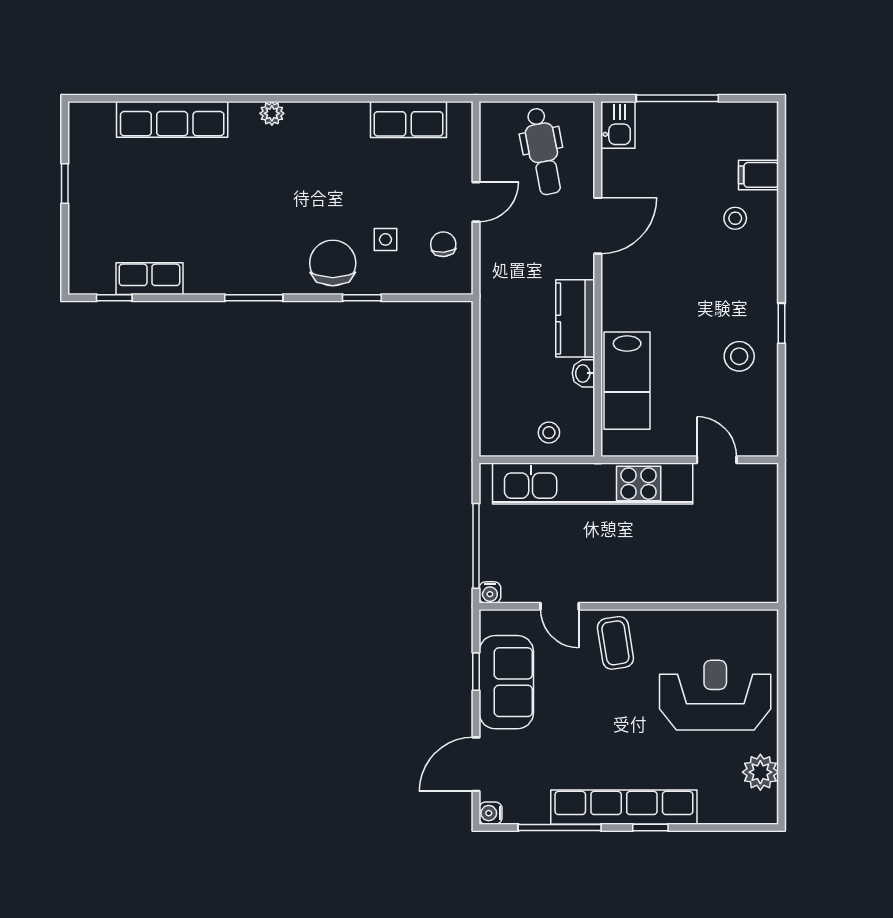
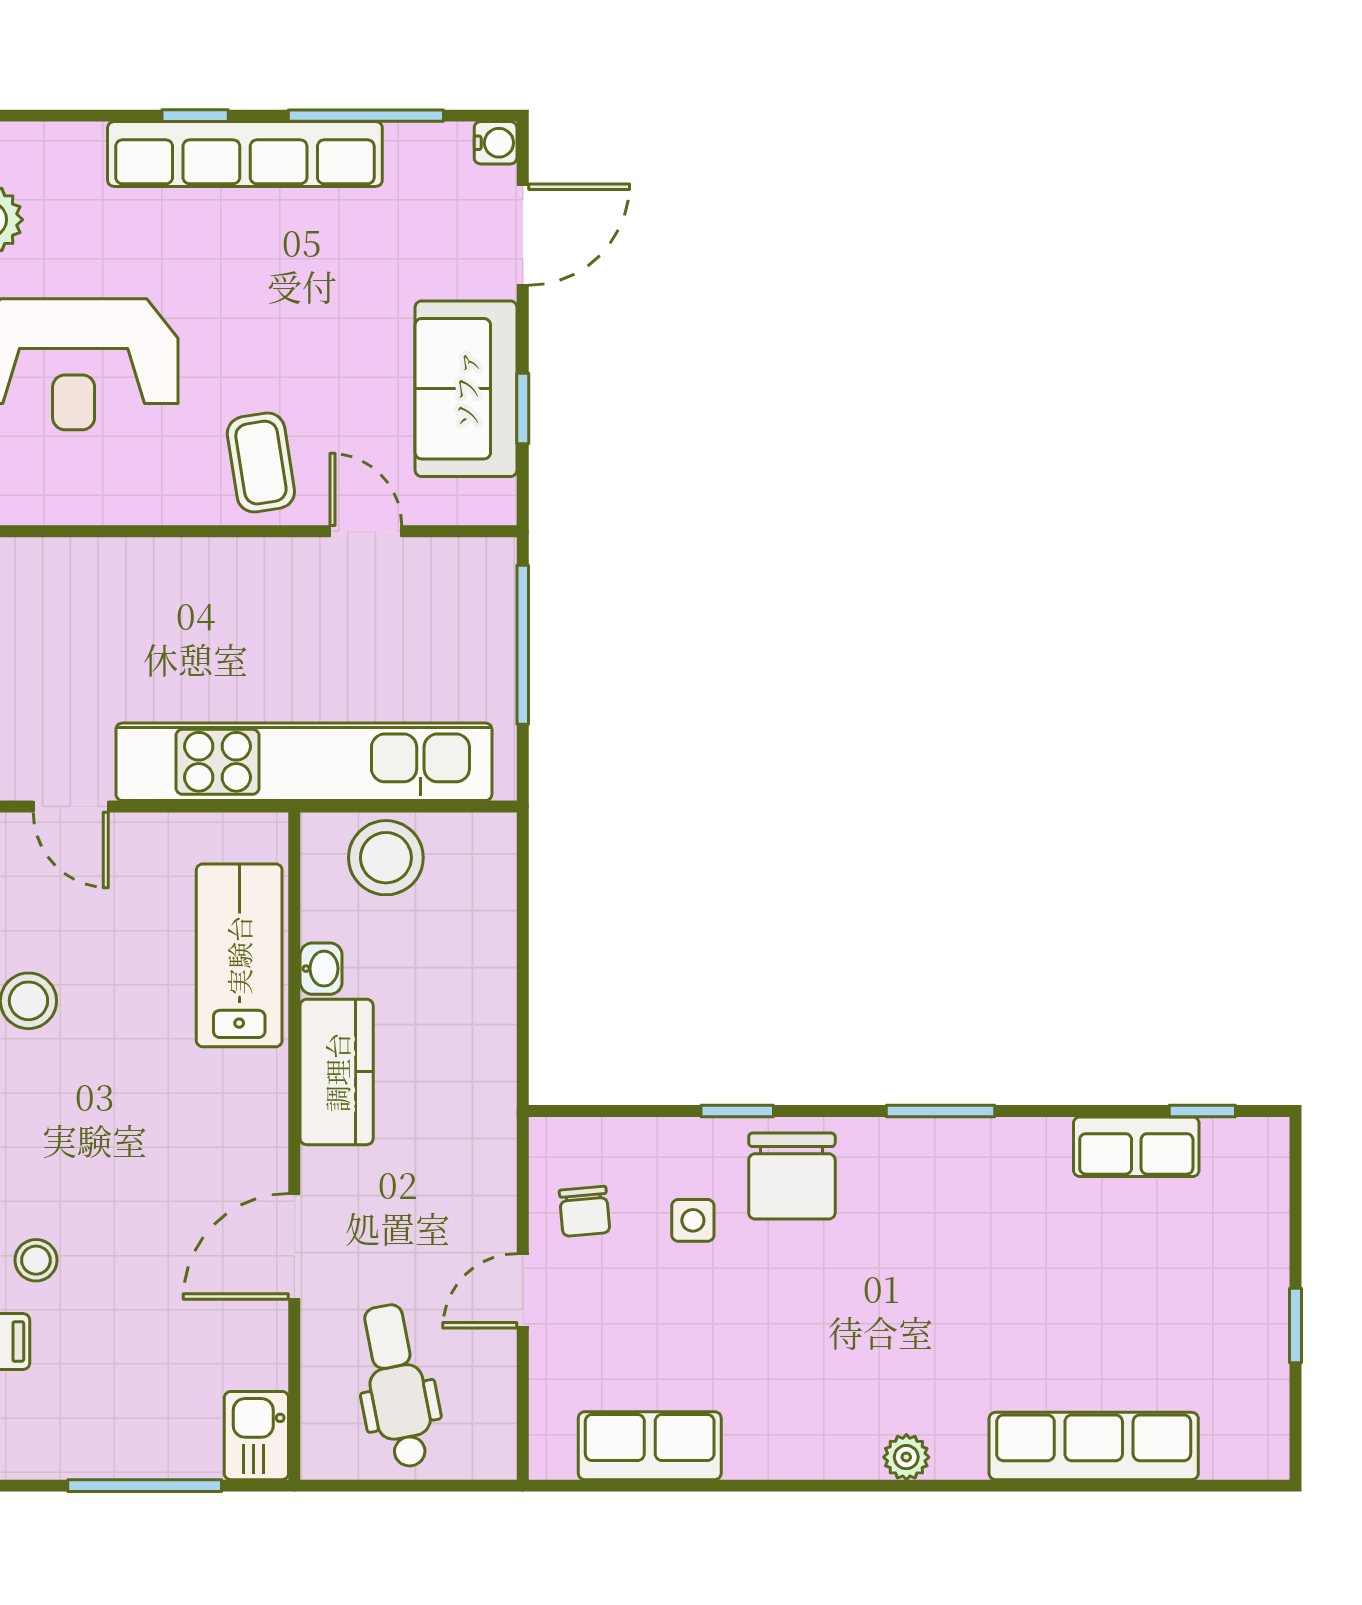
stool: (549, 433) -> (386, 858), width x1.89, depth x1.89
water cooler: (490, 592) -> (497, 557), removed

